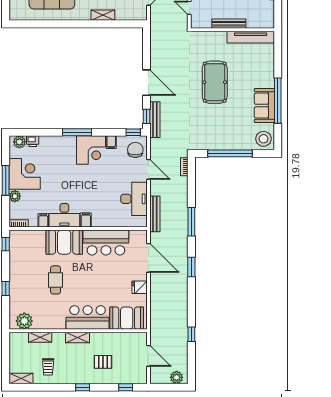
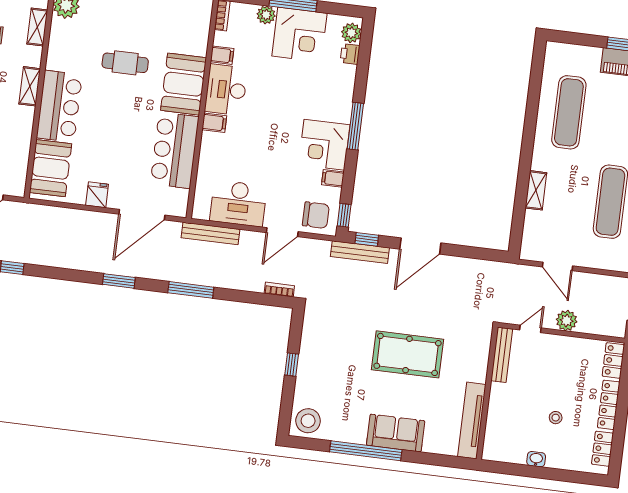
bench: (229, 24) -> (502, 355), moved
sofa: (264, 106) -> (396, 433), moved
window: (230, 153) -> (292, 365), width x0.32

